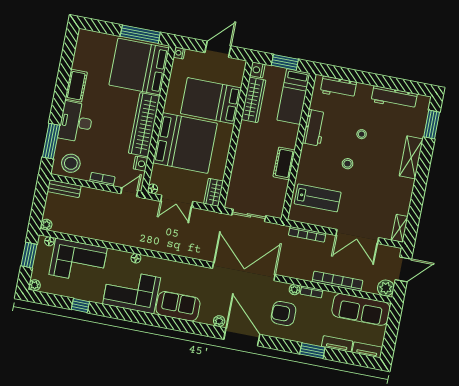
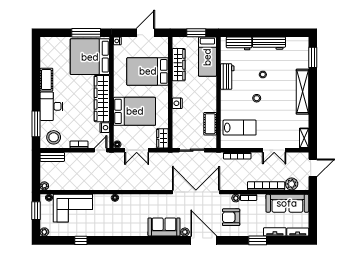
nightstand: (257, 70) -> (177, 103), moved
workbench: (394, 98) -> (269, 43), moved
bed: (185, 143) -> (135, 111), width x0.73
shelving: (411, 157) -> (302, 92), width x1.47
cot: (284, 163) -> (210, 124), moved
double door: (357, 236) -> (274, 150), width x0.73
plant: (386, 288) -> (292, 184), moved
corner sofa: (132, 291) -> (116, 222), removed
sofa: (178, 306) -> (164, 227), moved

